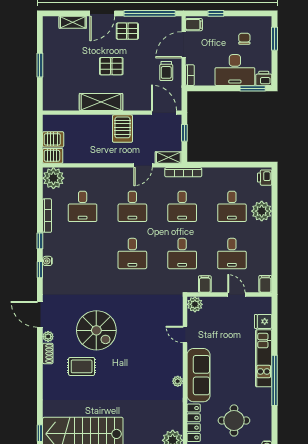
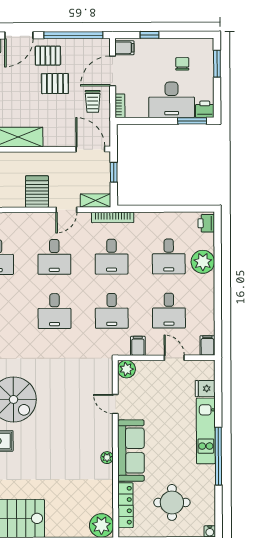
pallet: (111, 66) -> (55, 84), moved
server rack: (122, 129) -> (37, 192), moved, turned 180

